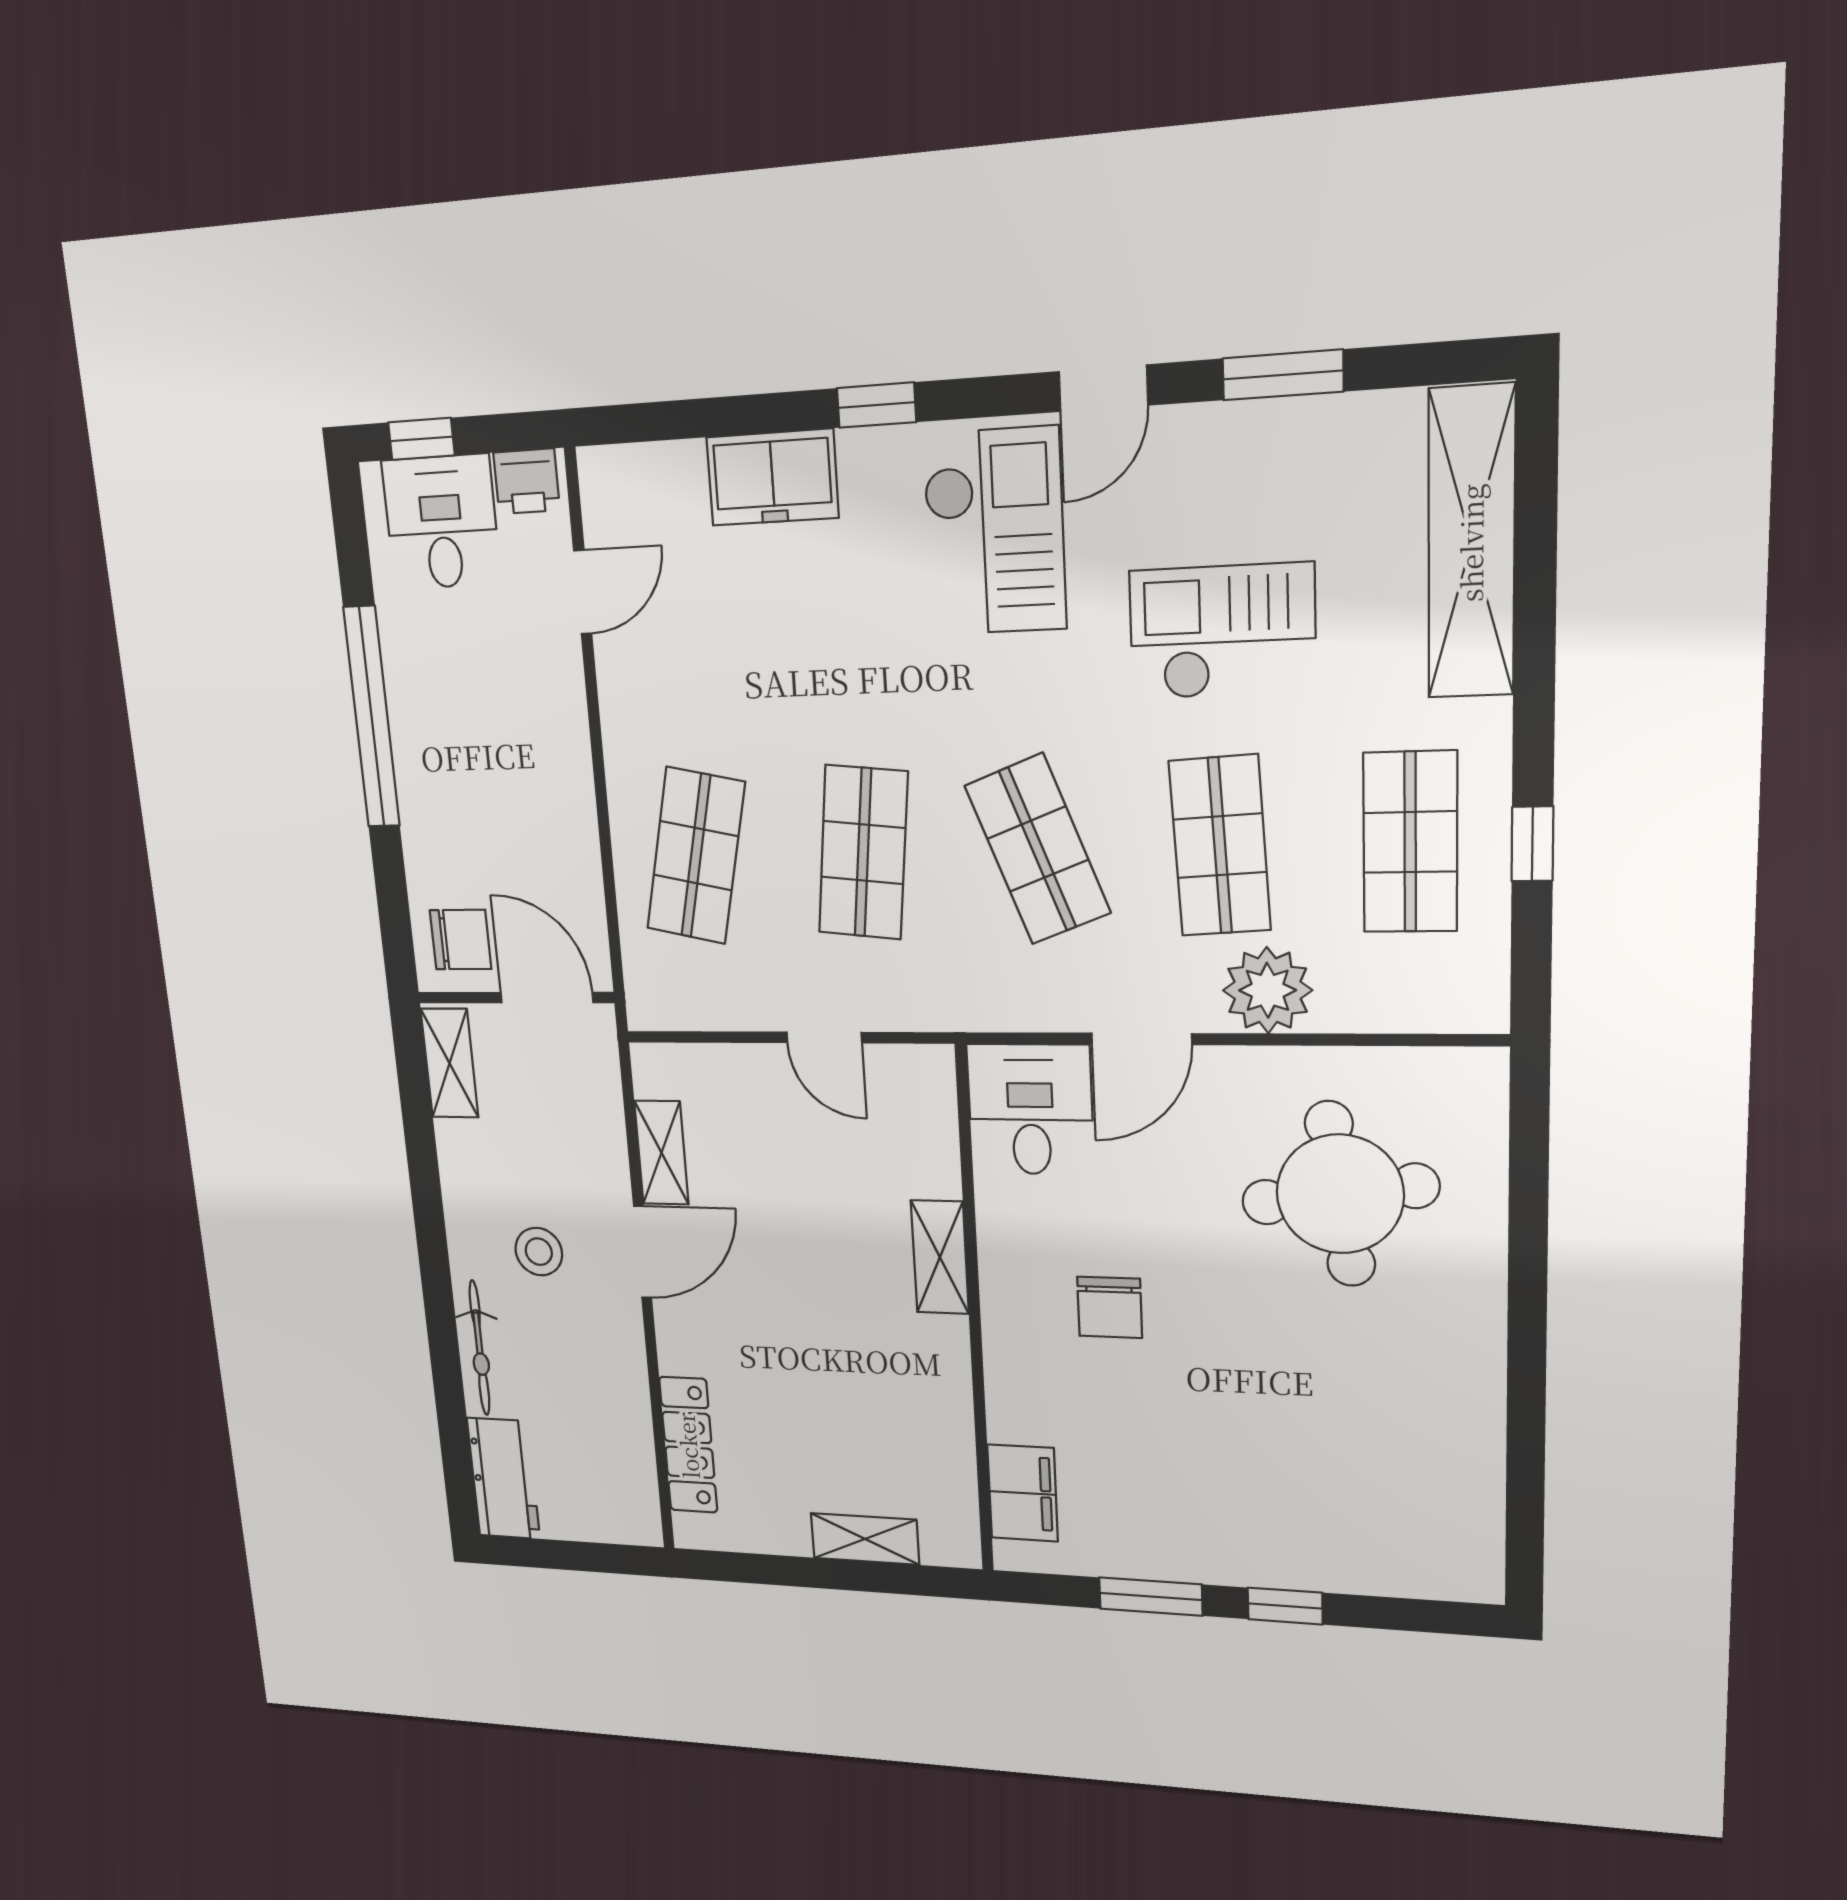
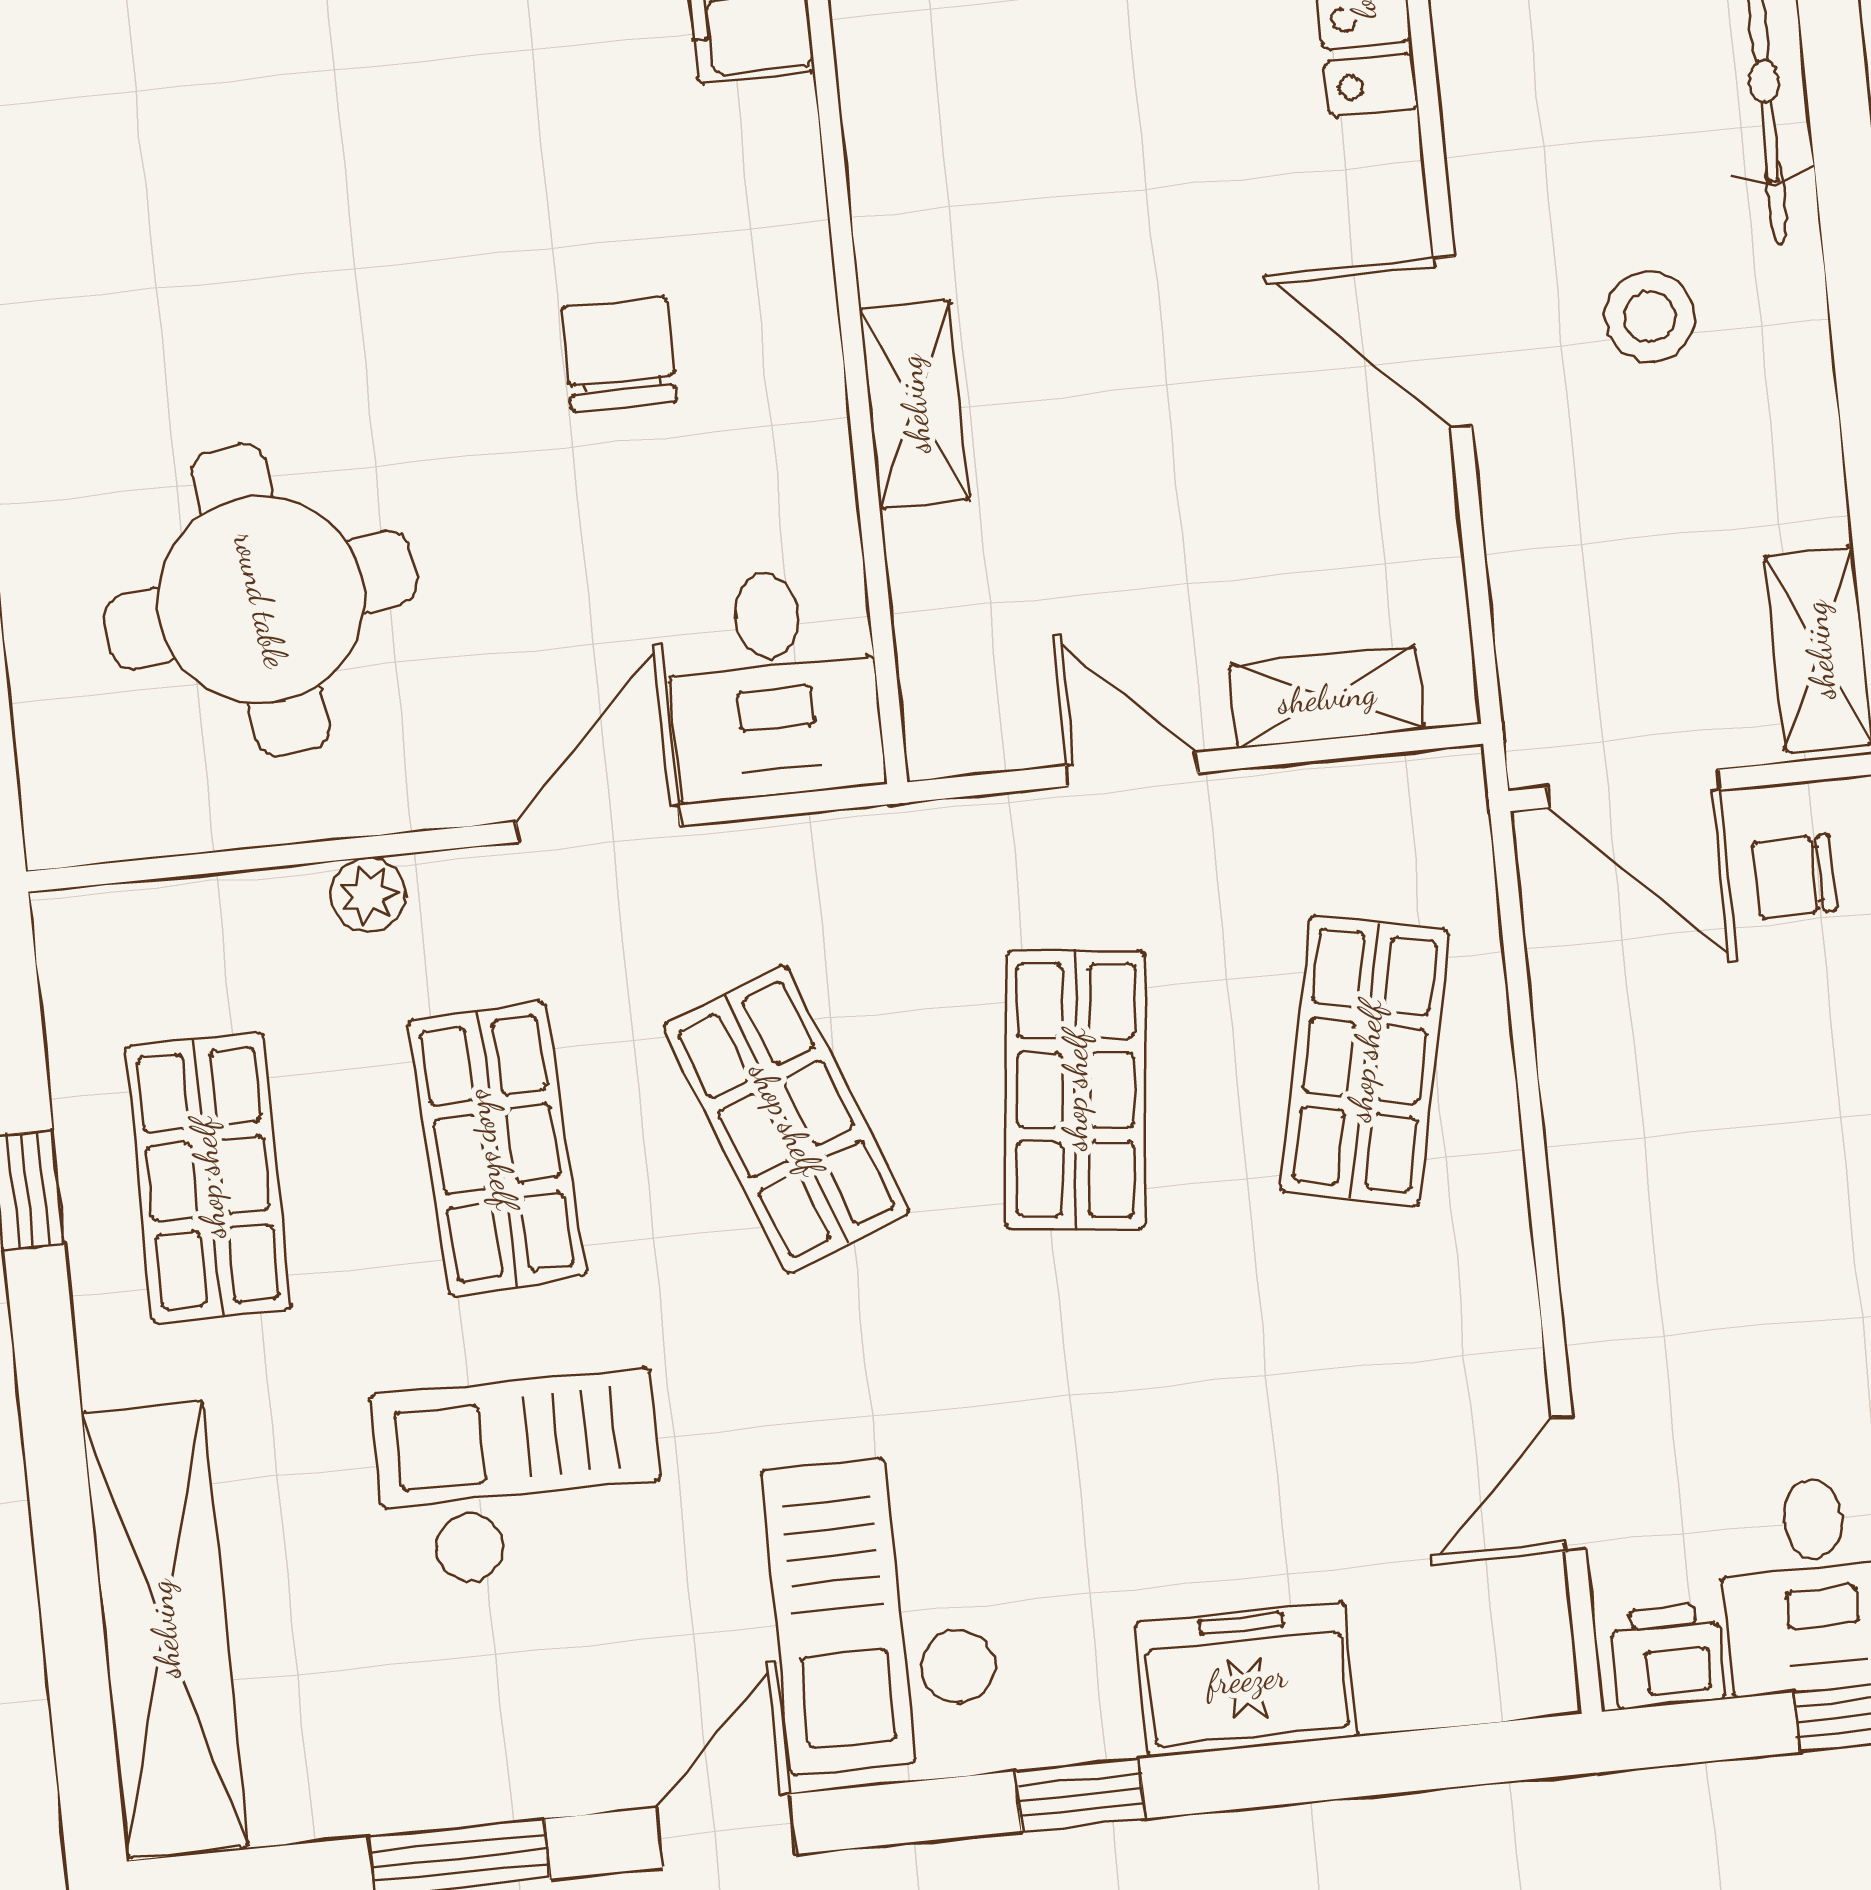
checkout: (1222, 632) -> (519, 1479), turned 180
chair: (461, 940) -> (1795, 876), width x0.73, depth x0.73
plant: (1268, 990) -> (368, 895), width x0.53, depth x0.53
shelving: (661, 1153) -> (1327, 697), moved, turned 90
door: (642, 1252) -> (1452, 342), hinge flipped

